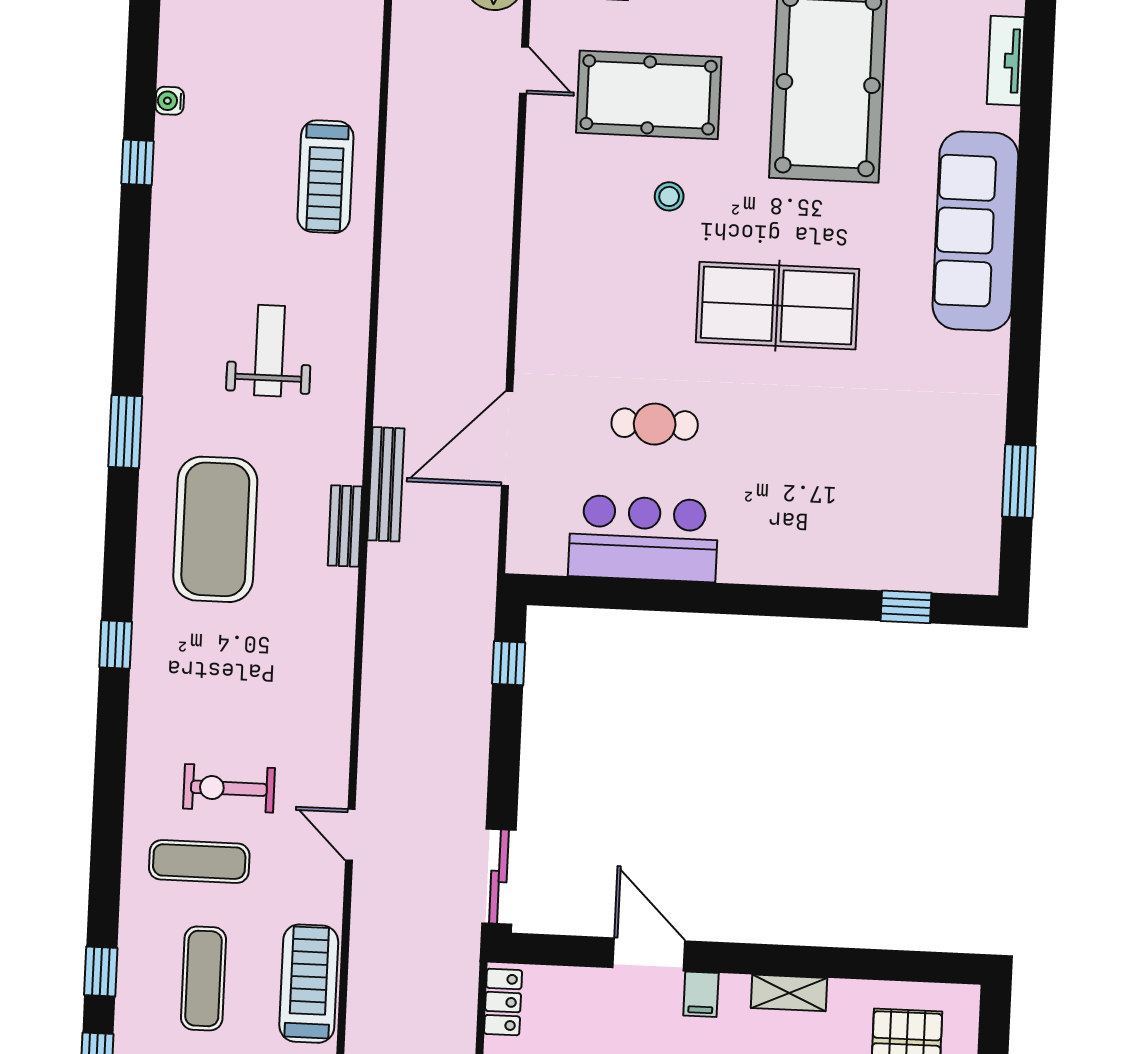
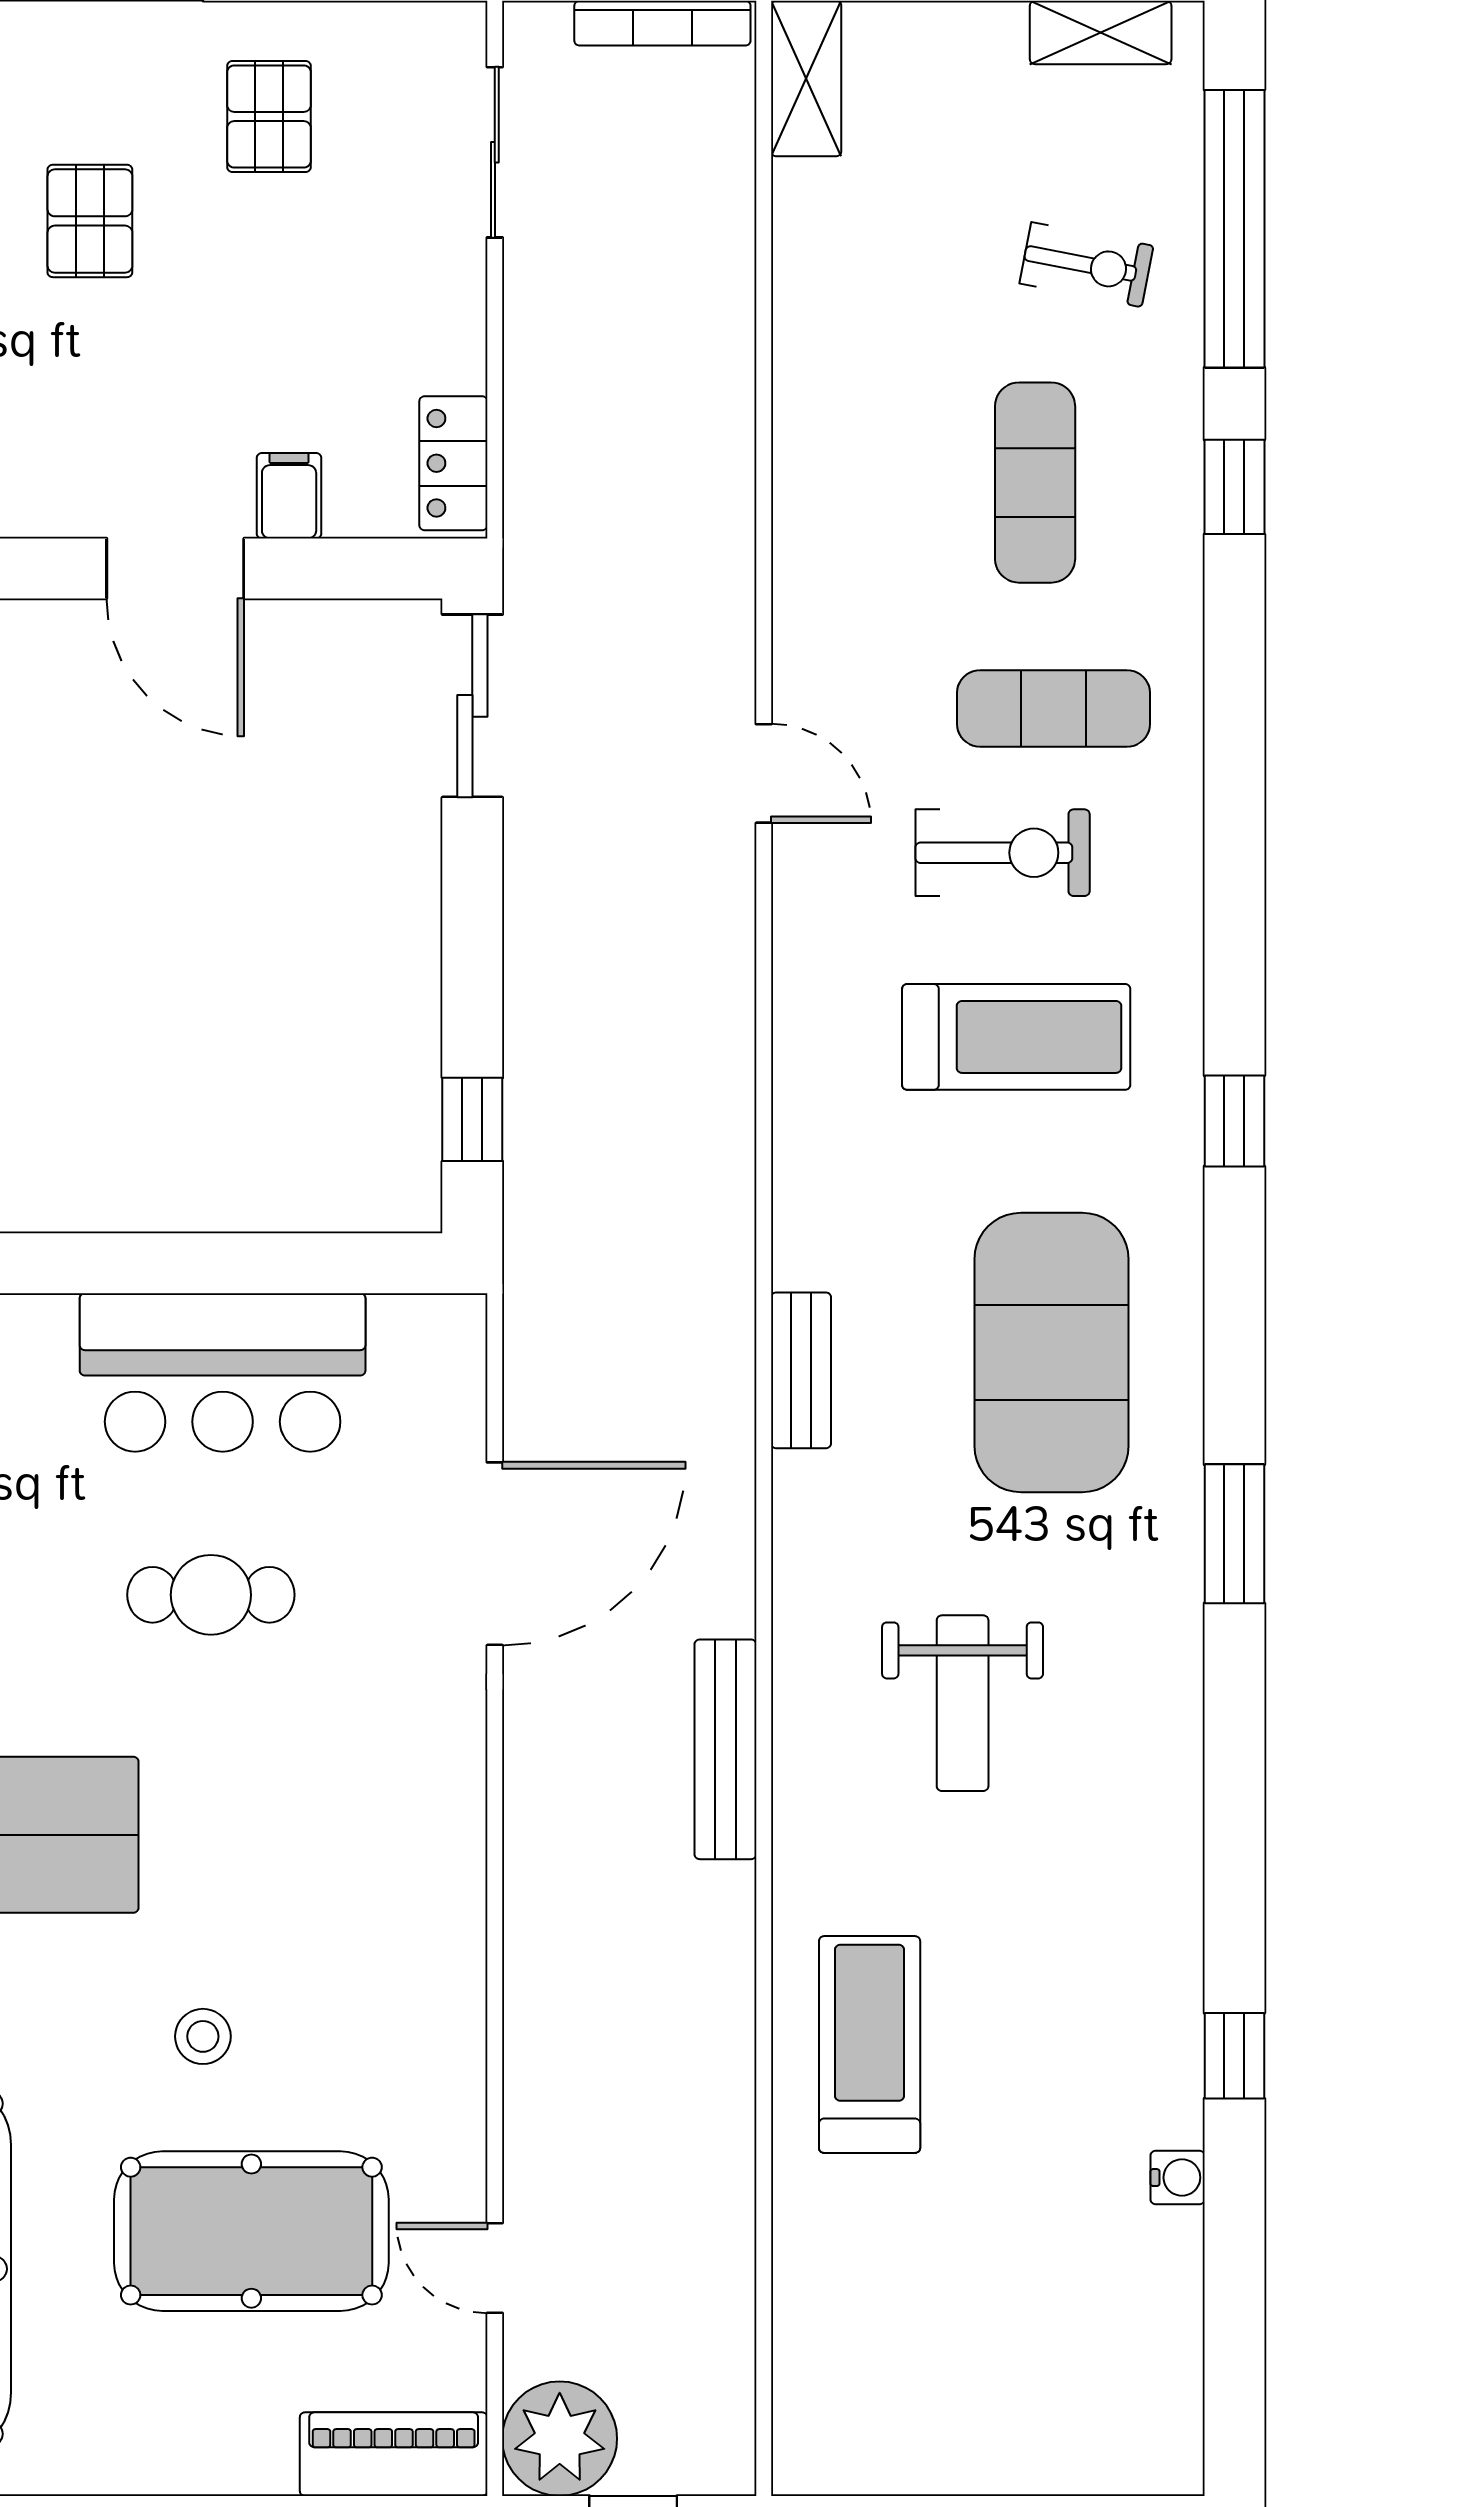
bench: (386, 484) -> (725, 1749), moved
treadmill: (309, 984) -> (1016, 1037), moved, turned -90
filing cabinet: (701, 994) -> (289, 496), moved

